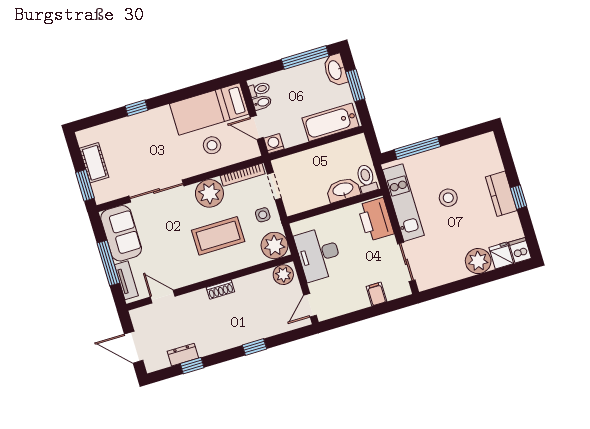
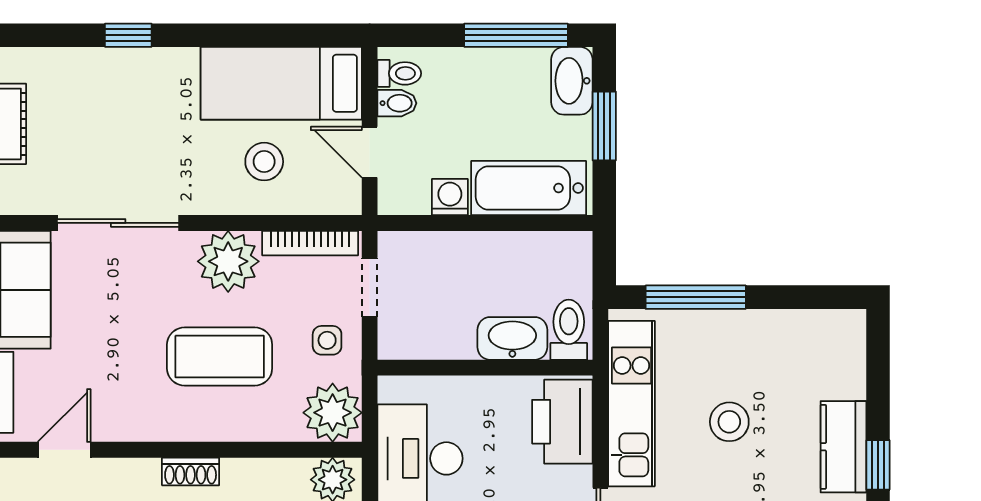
washing machine: (274, 144) -> (450, 197), moved
door: (163, 297) -> (64, 450), hinge flipped

